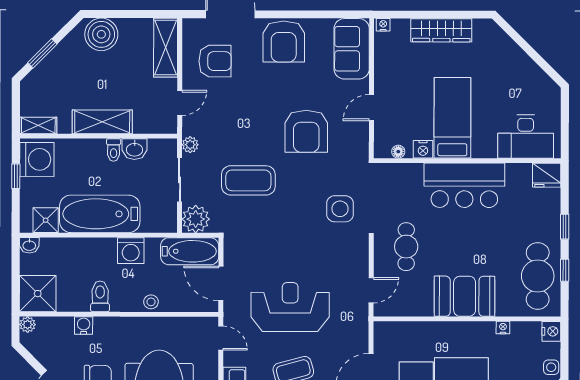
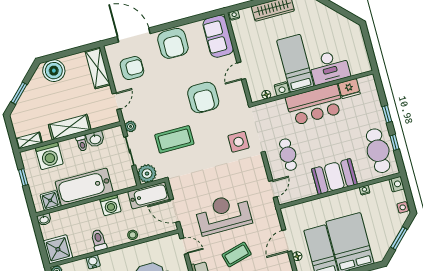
desk: (526, 137) -> (329, 67), moved
washing machine: (37, 159) -> (49, 156), moved, turned 90
fridge: (547, 175) -> (349, 89), moved

